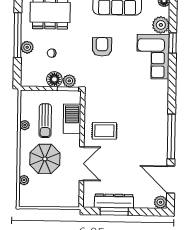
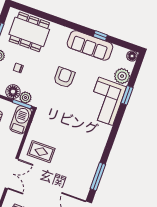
barbecue: (72, 119) -> (21, 120), moved
window: (171, 136) -> (98, 176), width x0.68

